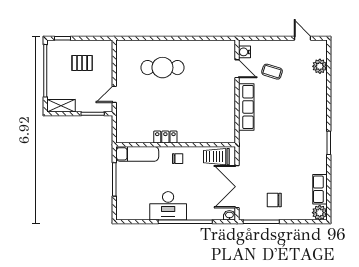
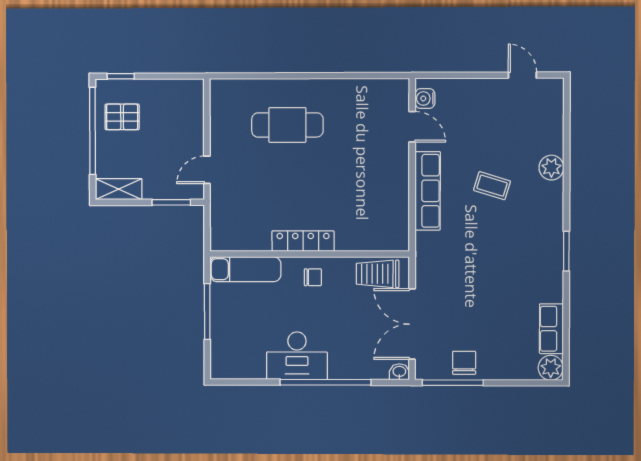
pallet: (82, 63) -> (122, 117), moved
plant: (320, 66) -> (551, 168), moved
coffee table: (272, 72) -> (492, 186), moved
locker: (165, 137) -> (303, 241), width x1.53
chair: (274, 200) -> (464, 363), moved, turned 90

